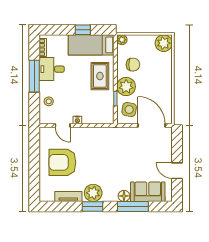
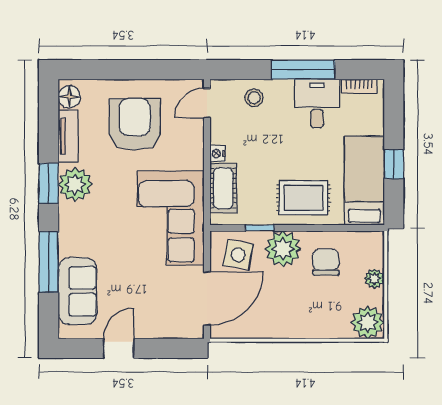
plant: (122, 40) -> (374, 279), moved
chair: (133, 65) -> (326, 262), turned 180
cot: (95, 117) -> (223, 188), added
door: (63, 125) -> (207, 103), moved
corner sofa: (110, 144) -> (171, 218), added
floor lamp: (124, 196) -> (69, 97), moved

